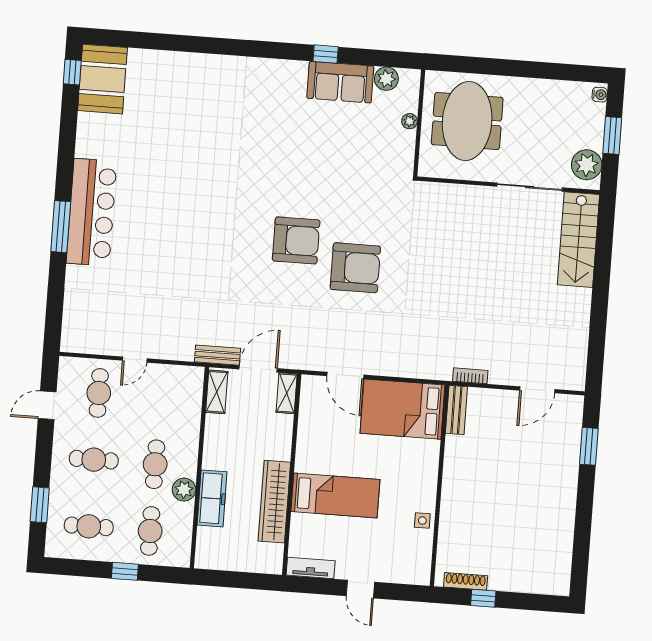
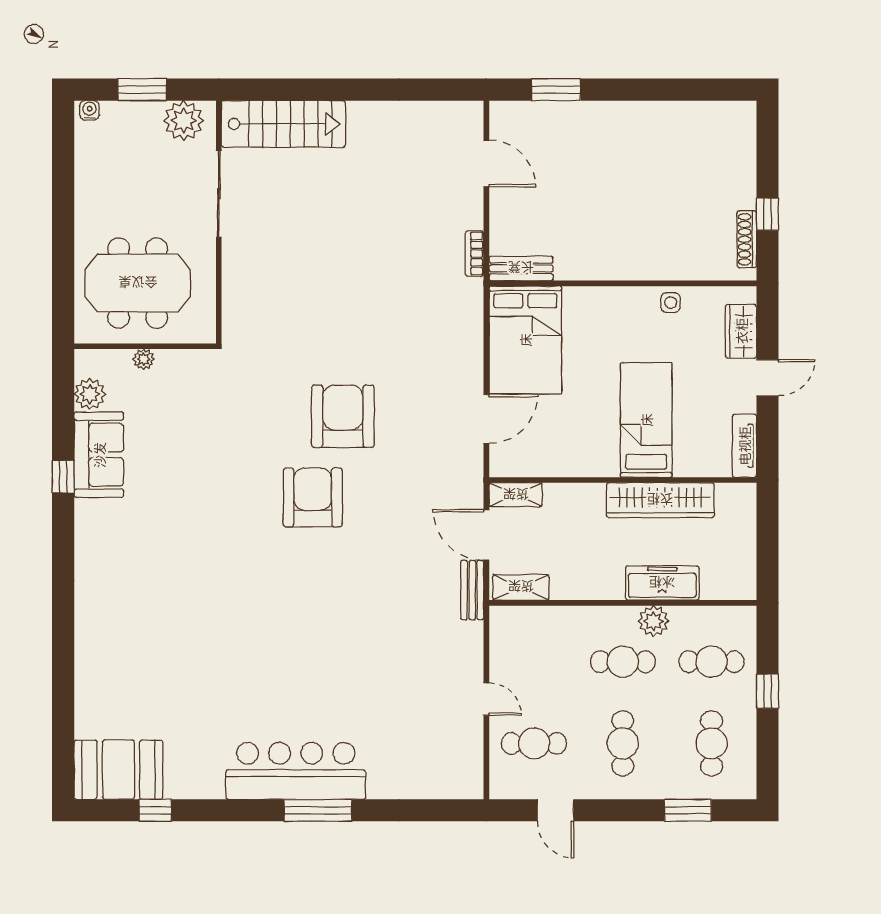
window: (72, 72) -> (155, 810), moved
wardrobe: (397, 572) -> (741, 331), added

